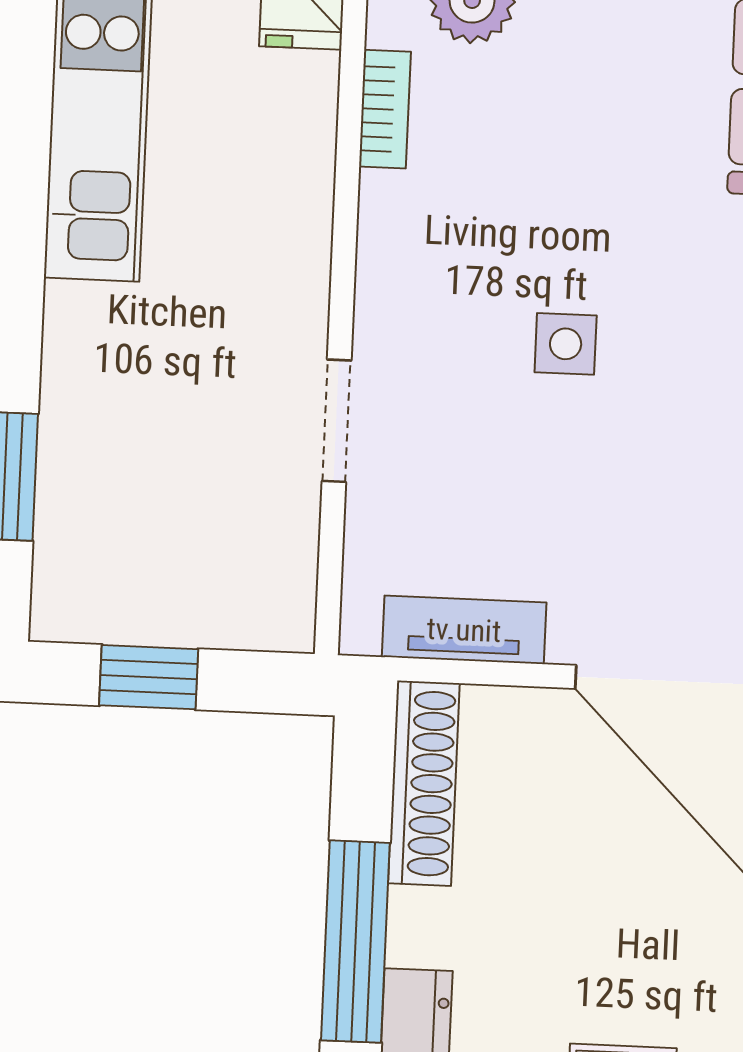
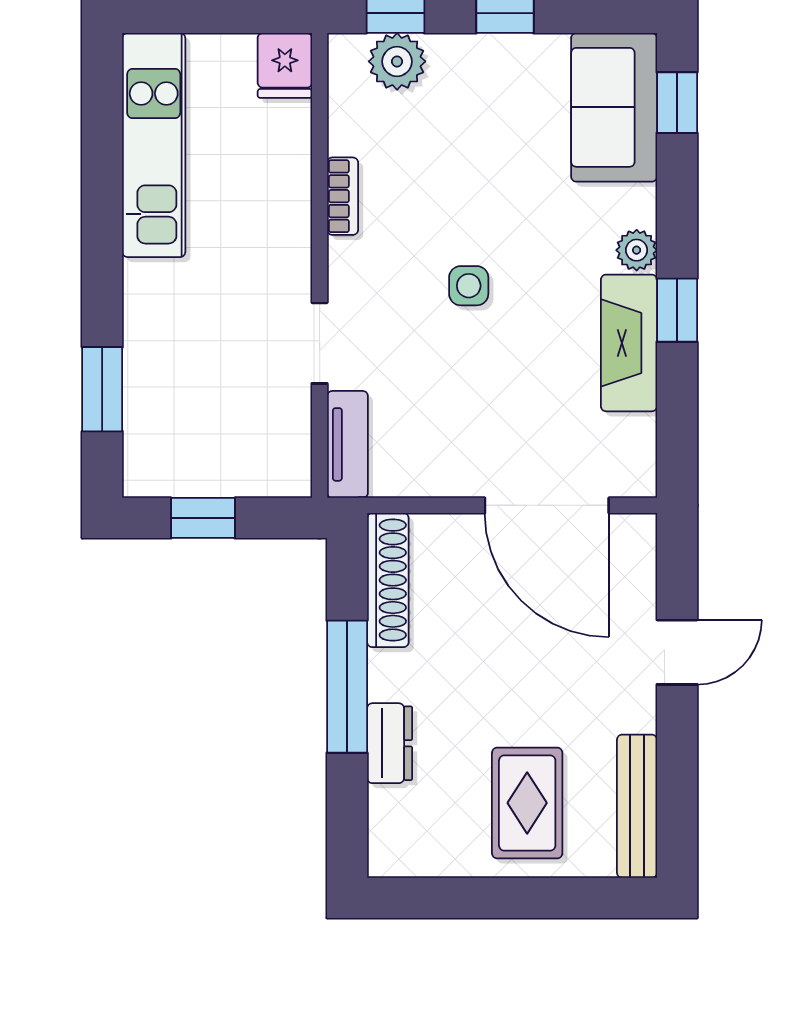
bookcase: (385, 109) -> (343, 196), moved
tv unit: (464, 630) -> (348, 444), moved, turned 90

